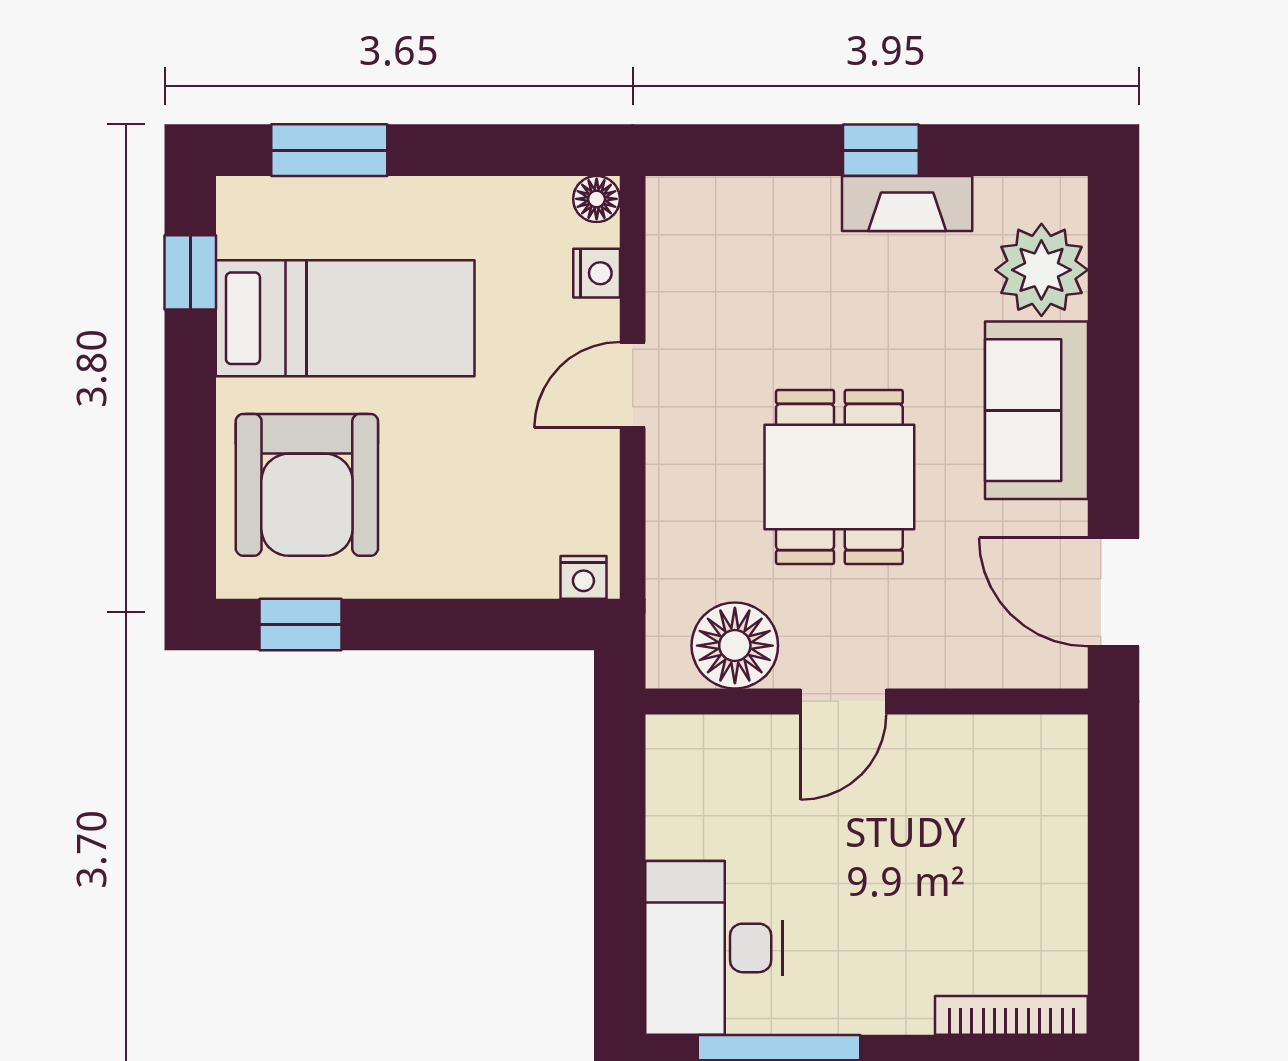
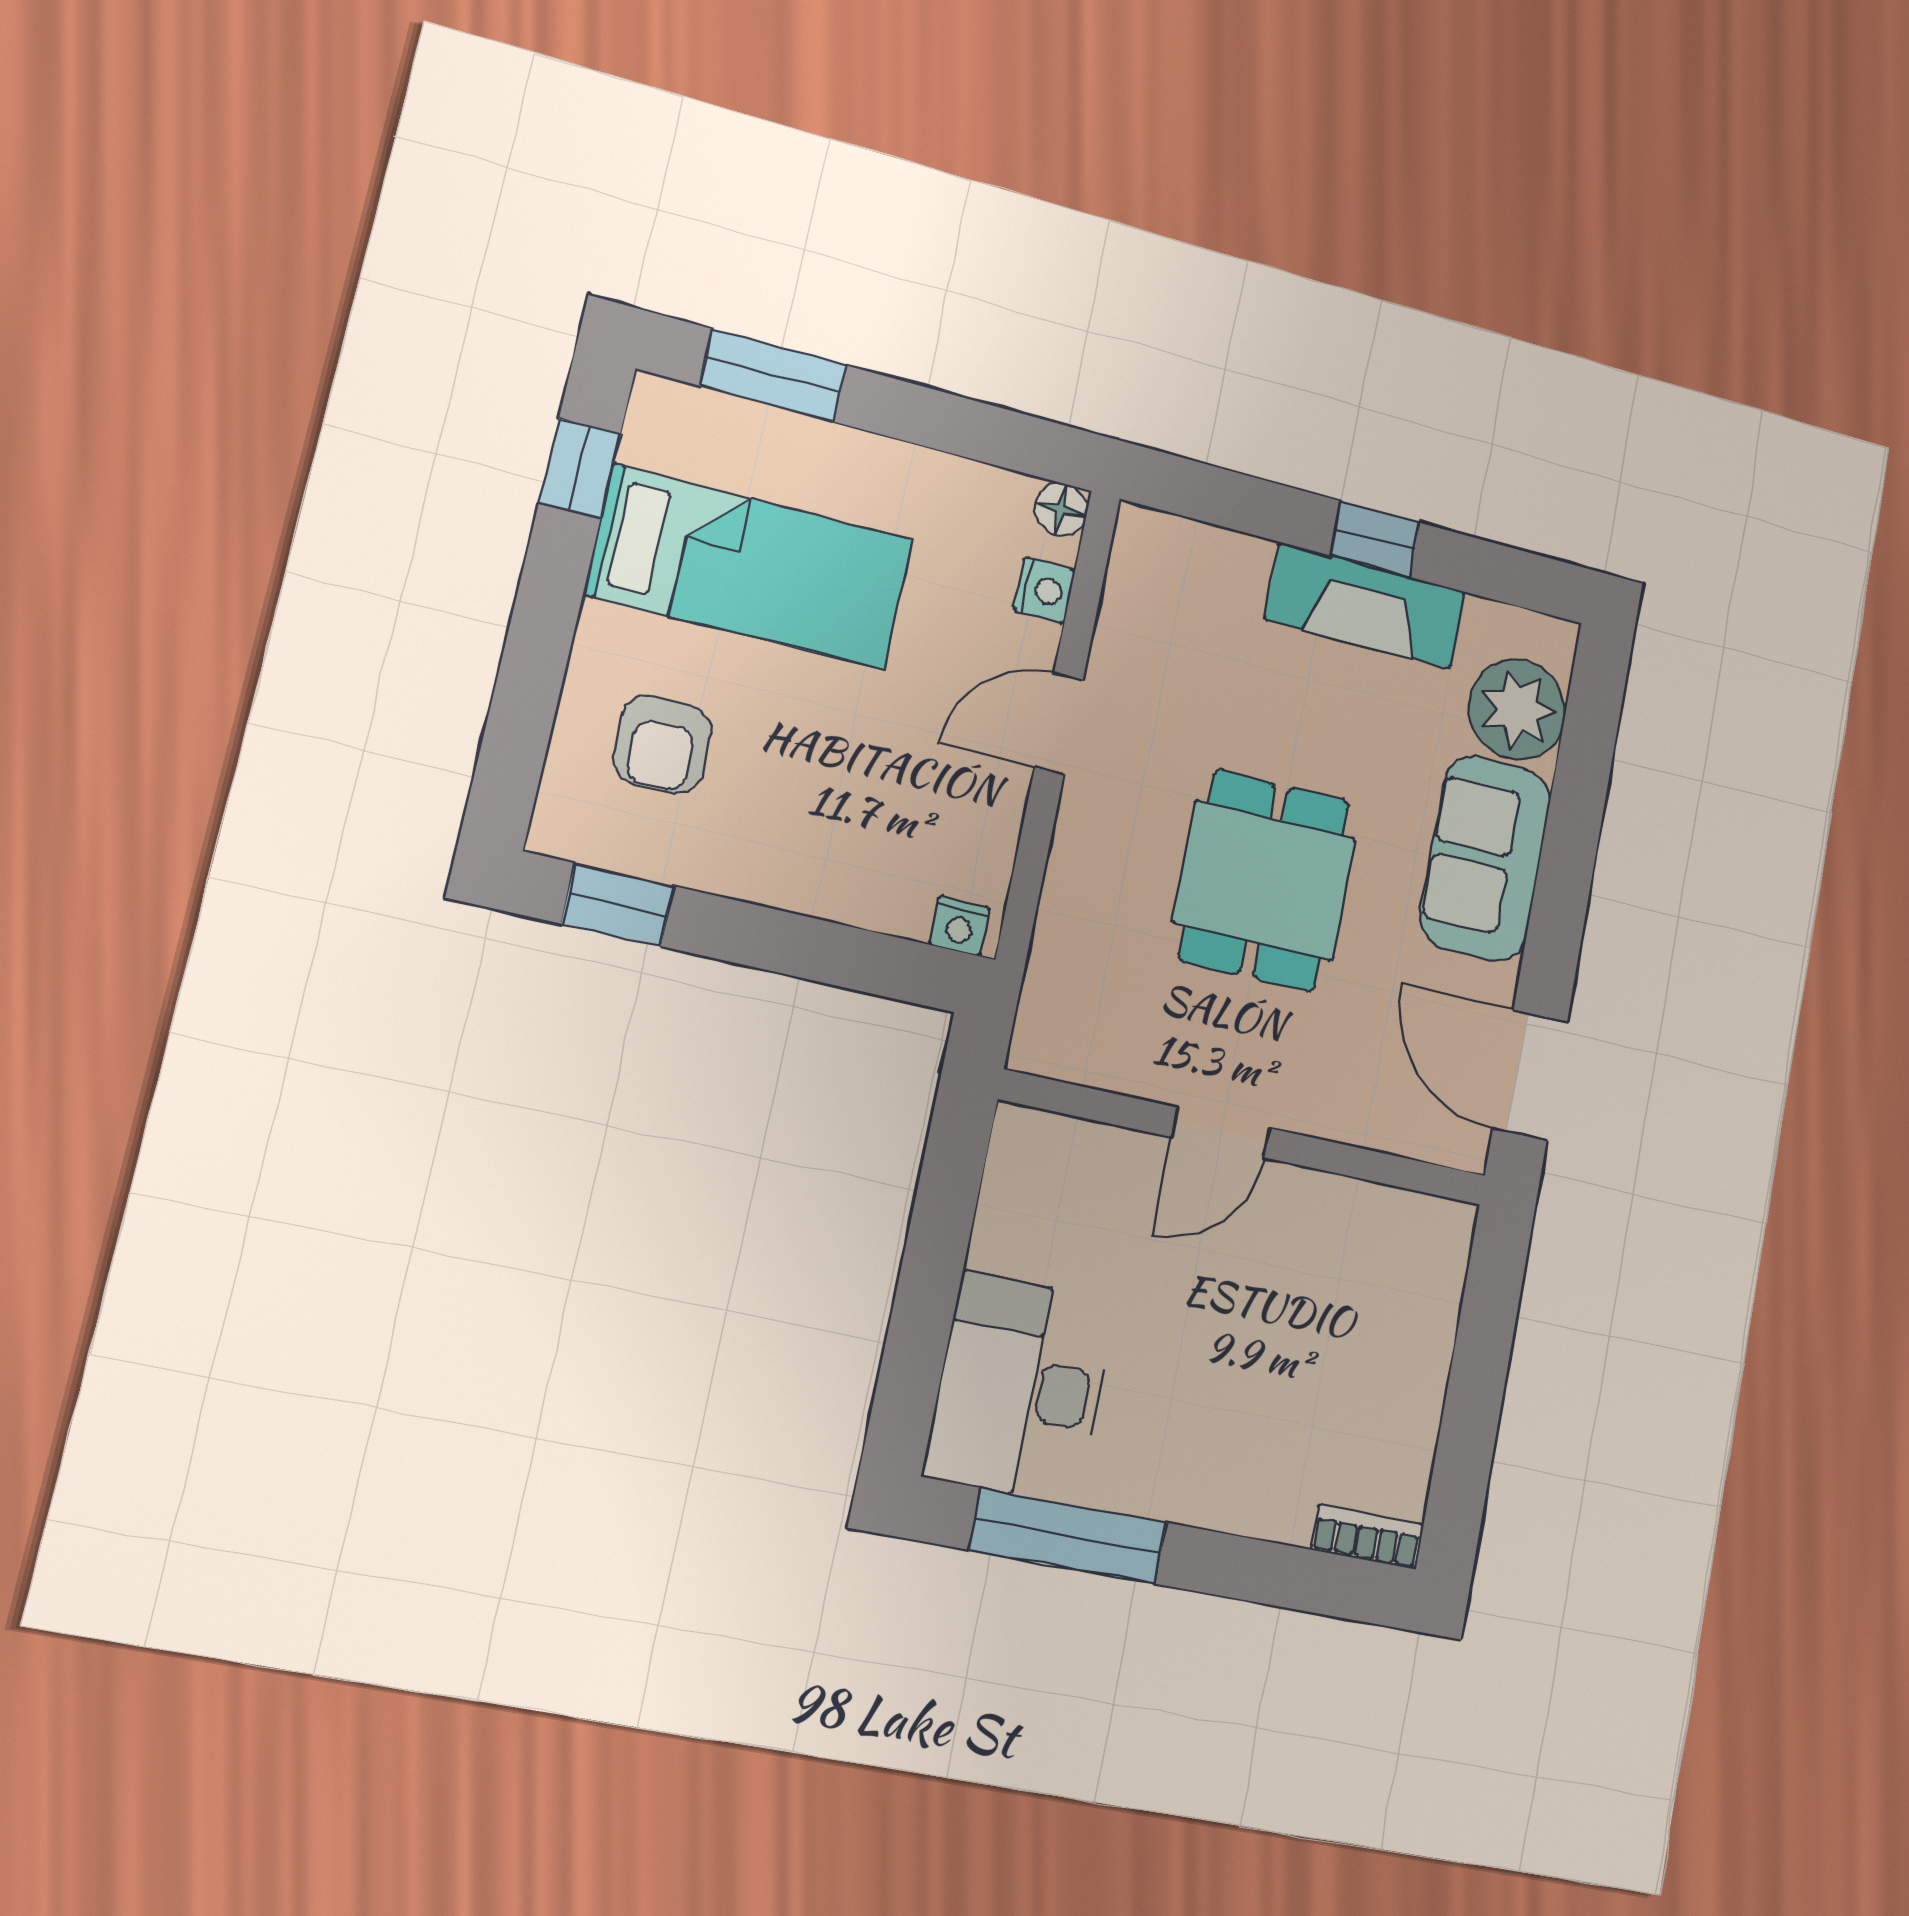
fireplace: (907, 203) -> (1365, 605), width x1.37, depth x1.32
armchair: (307, 485) -> (662, 745), width x0.53, depth x0.53
floor lamp: (735, 646) -> (1114, 1042), removed
bookcase: (1011, 1015) -> (1367, 1537), width x0.64

